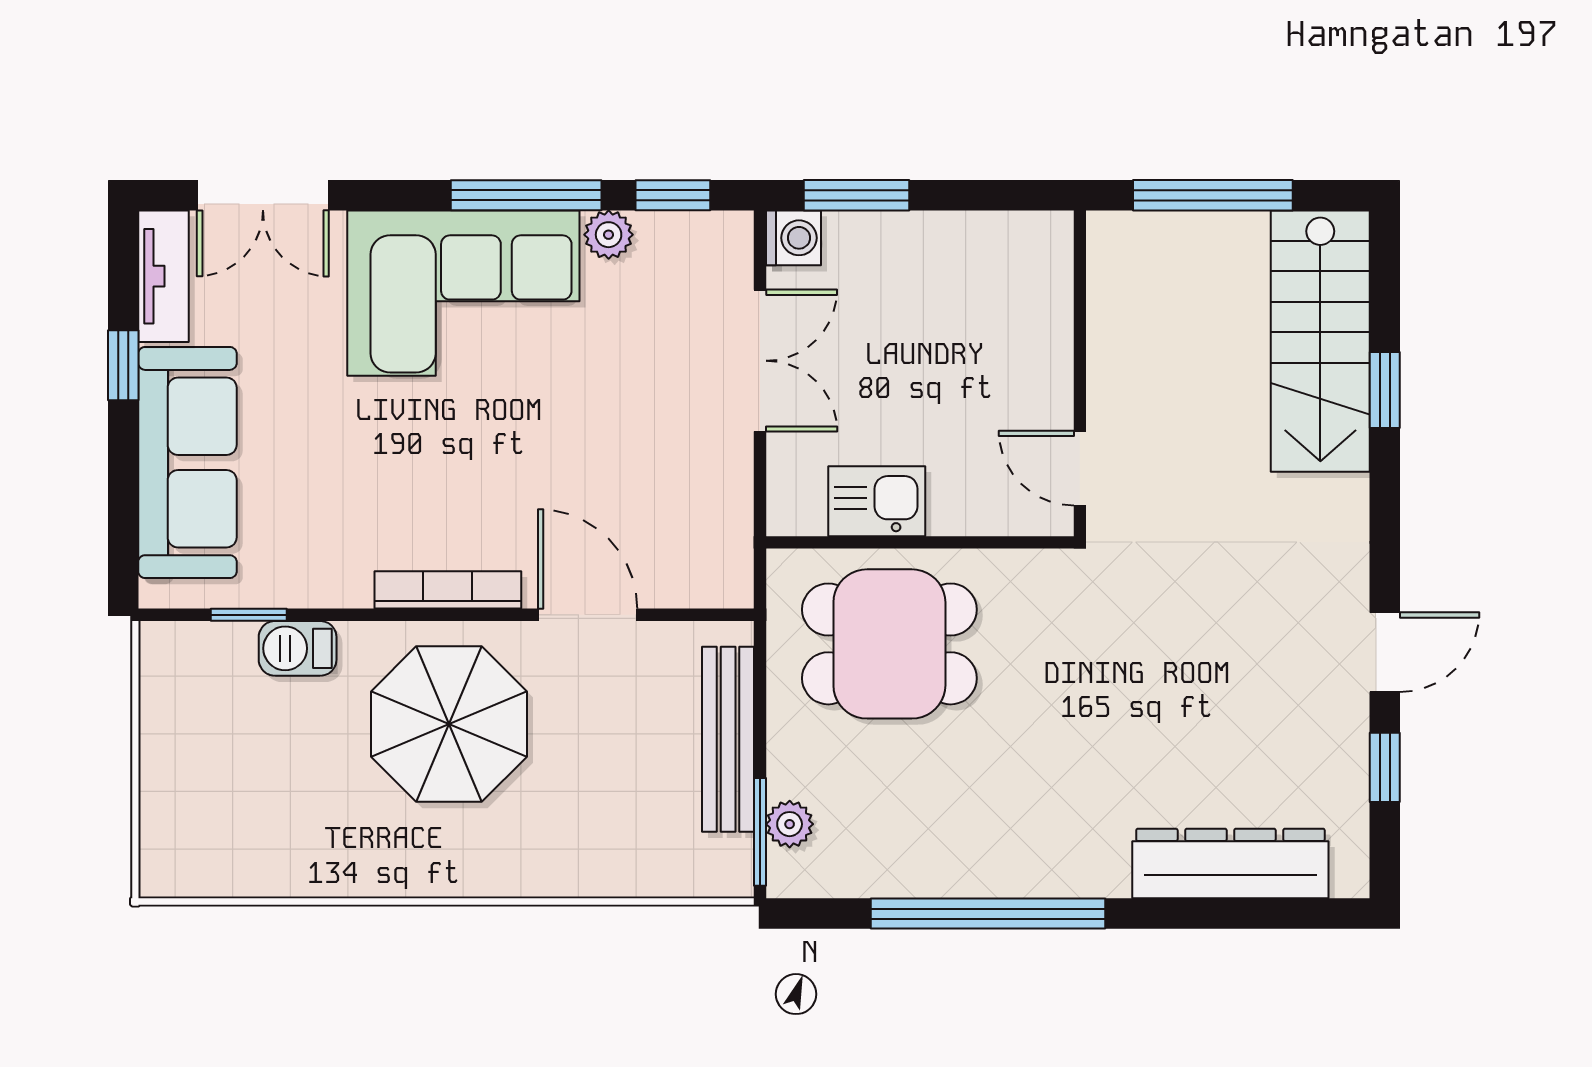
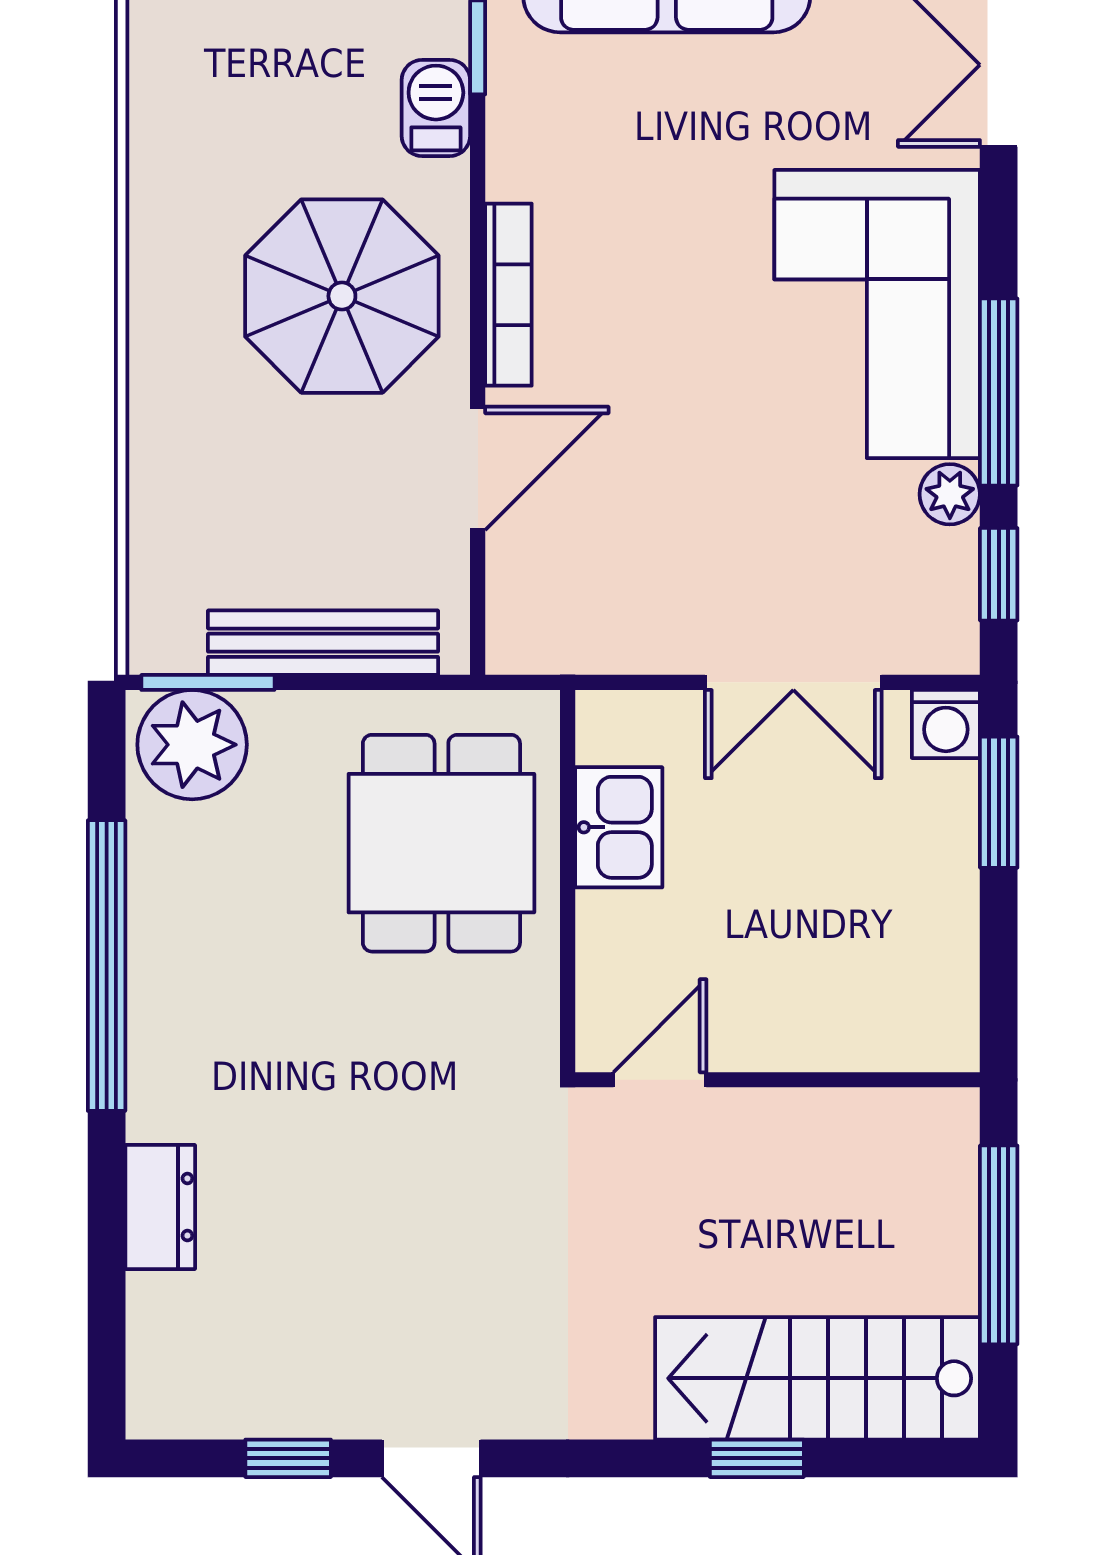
plant: (790, 824) -> (192, 745), width x1.88, depth x1.88
dresser: (1230, 863) -> (160, 1207), width x0.51, depth x0.80

